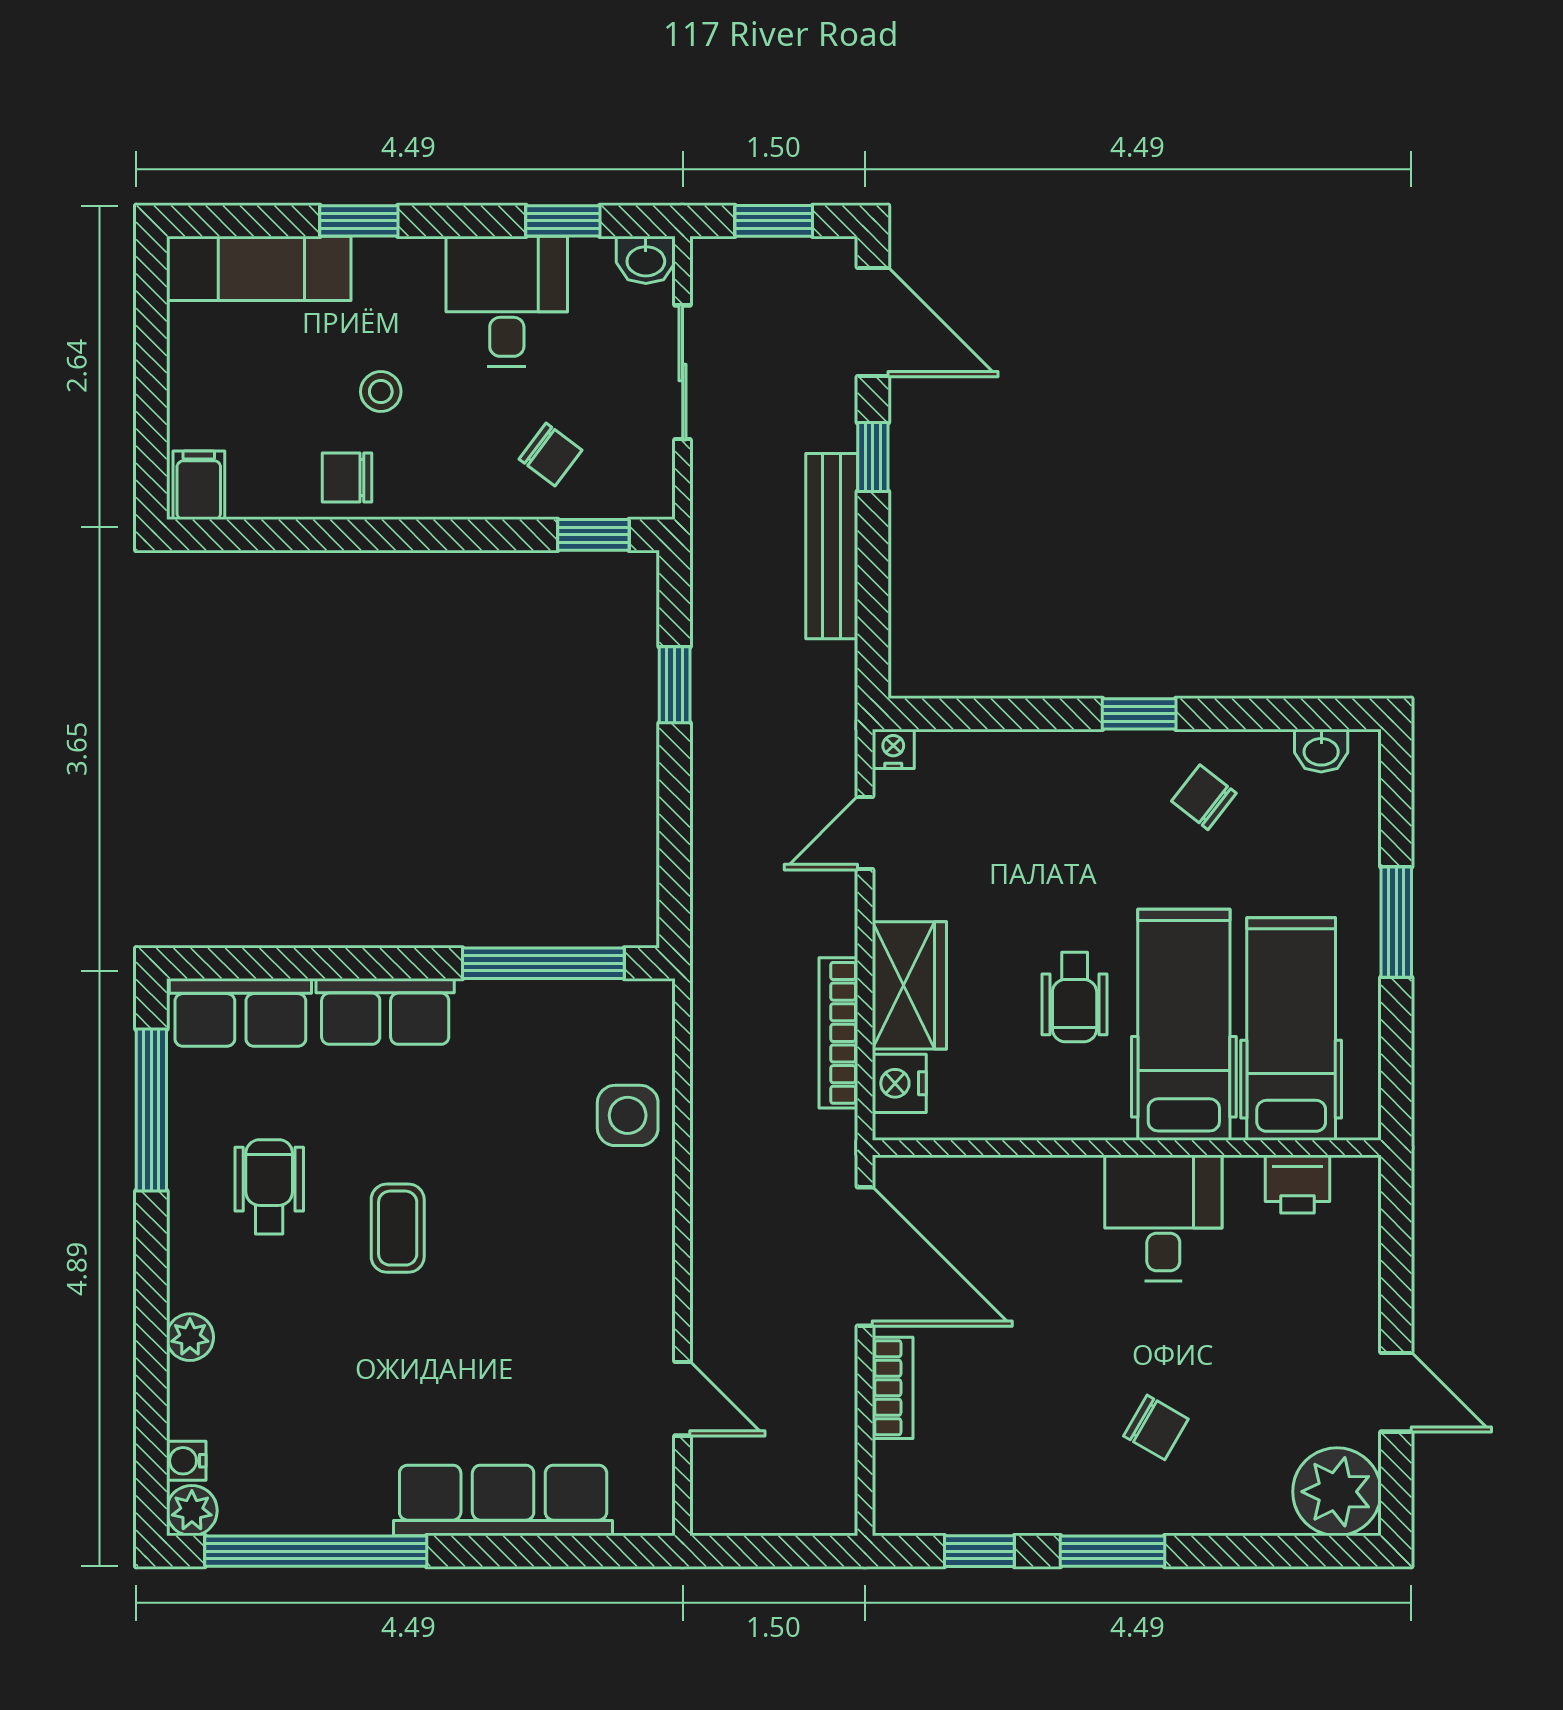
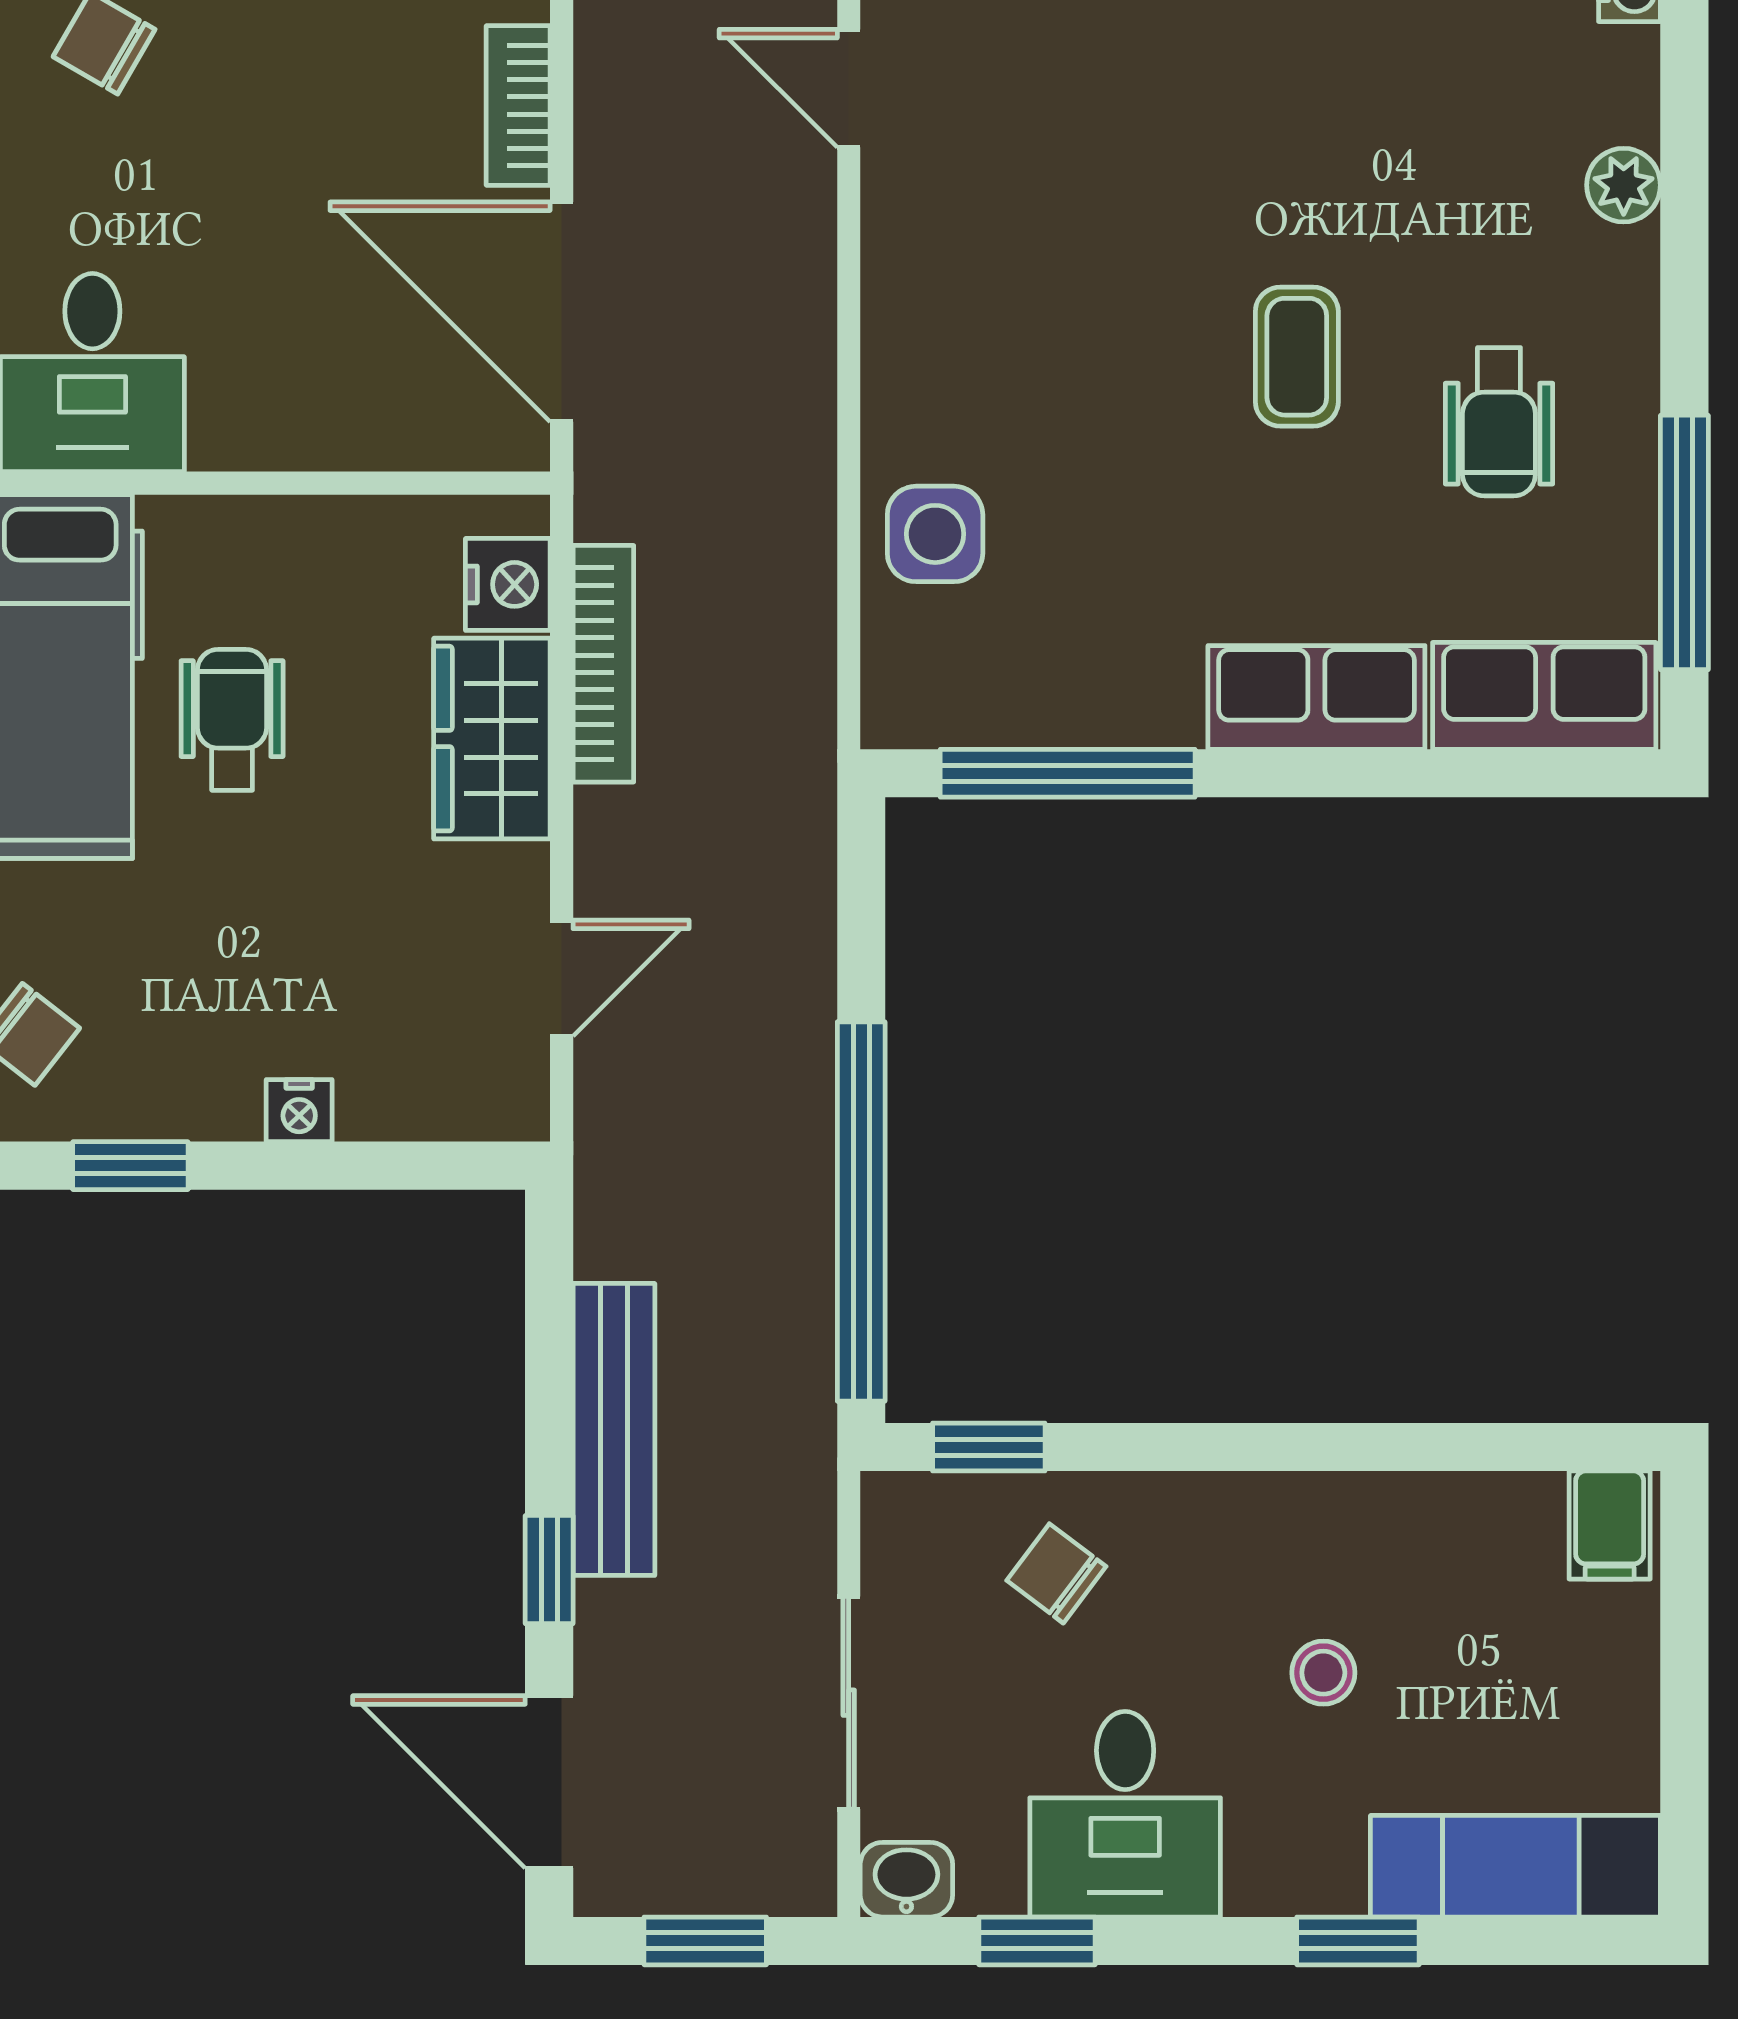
chair: (347, 478) -> (1376, 1537), removed
window: (675, 685) -> (861, 1211), width x3.17
nightstand: (893, 749) -> (299, 1111), moved

